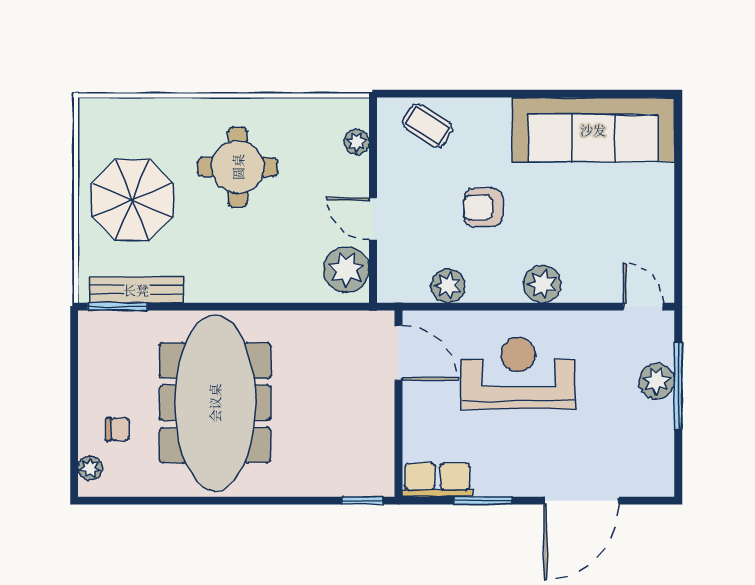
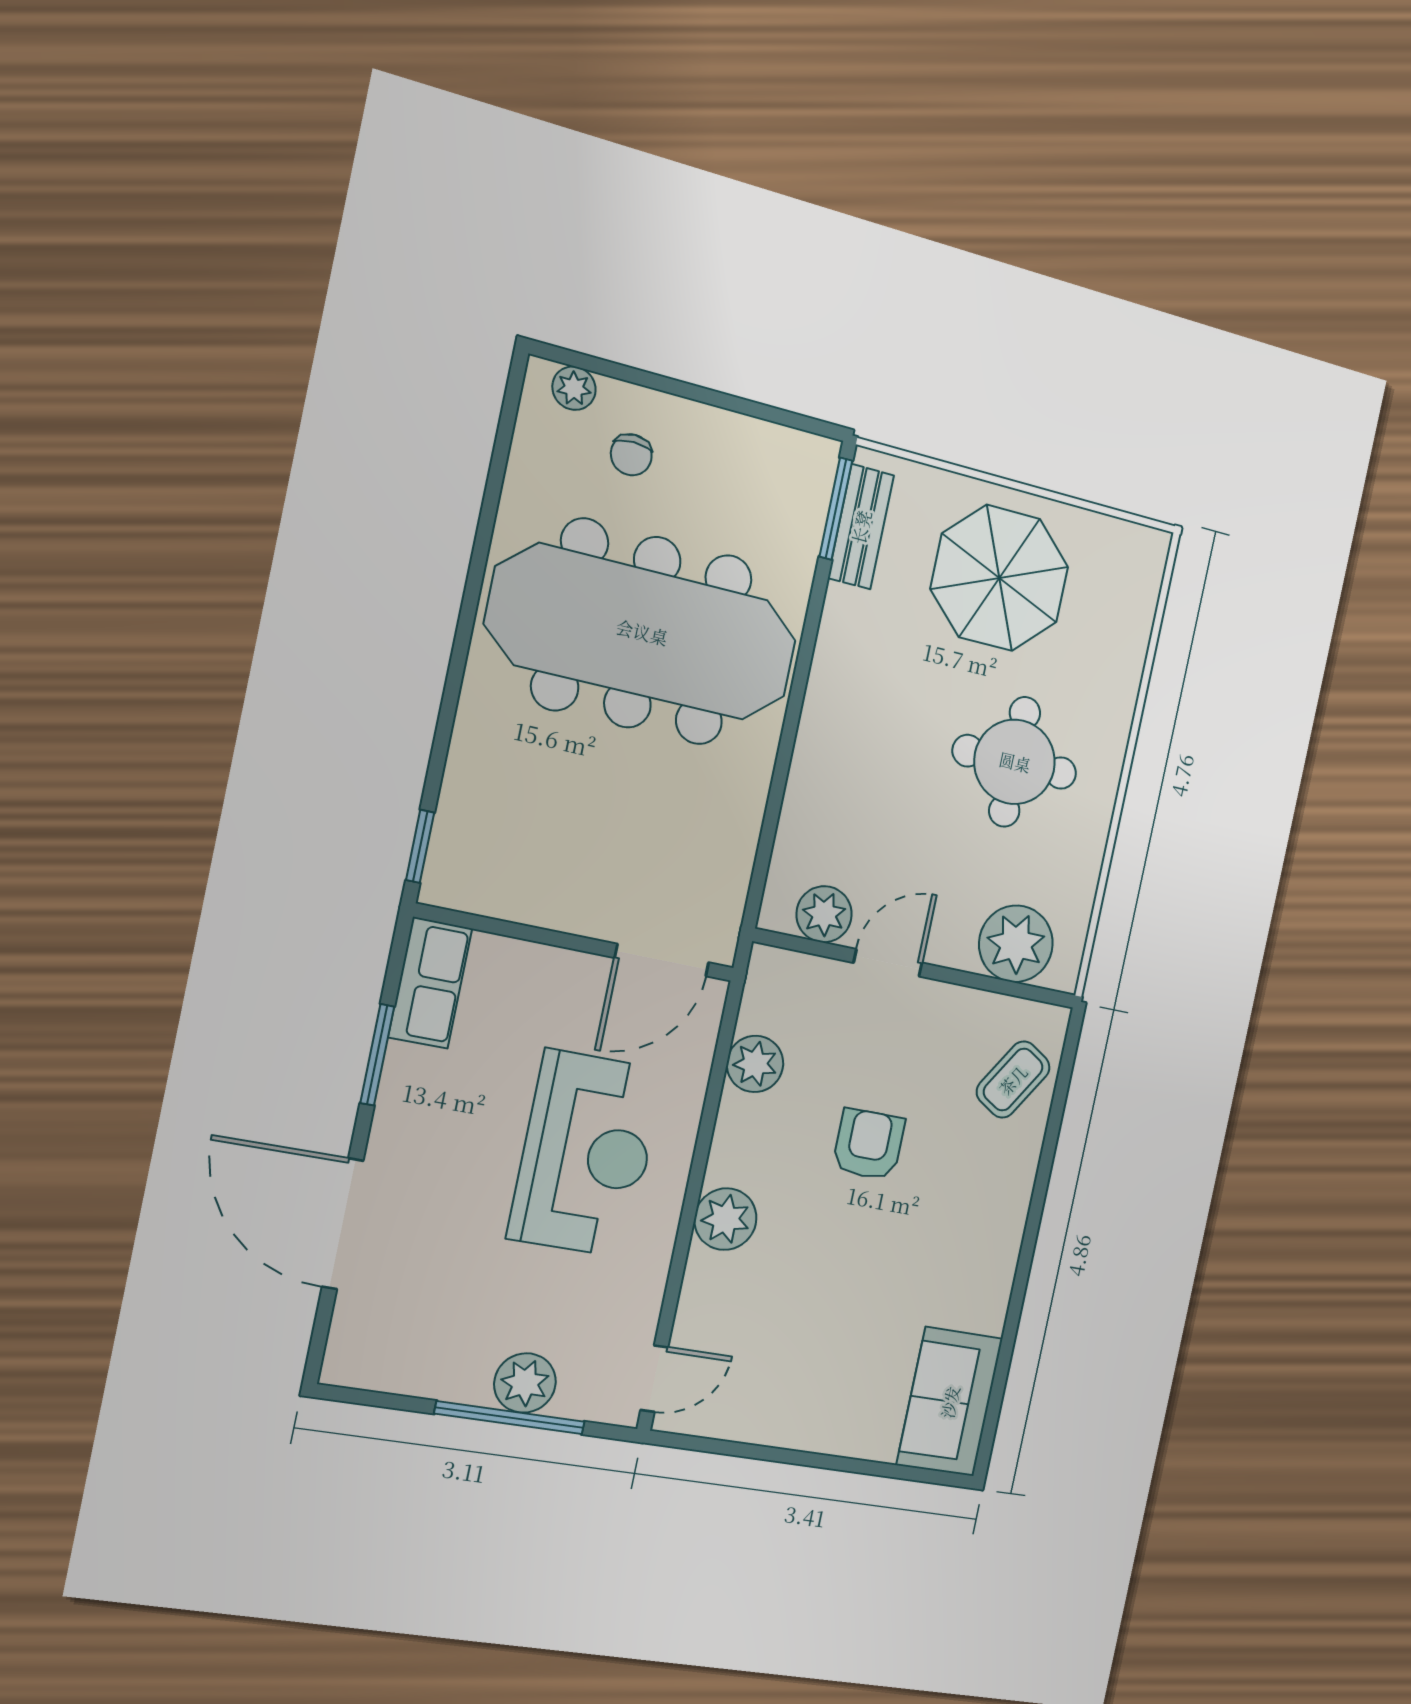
sofa: (593, 130) -> (950, 1402), width x0.54, depth x0.79
plant: (357, 142) -> (1016, 944), width x1.87, depth x1.87
plant: (346, 270) -> (824, 914), width x0.73, depth x0.73
bench: (136, 290) -> (861, 527), width x0.73

